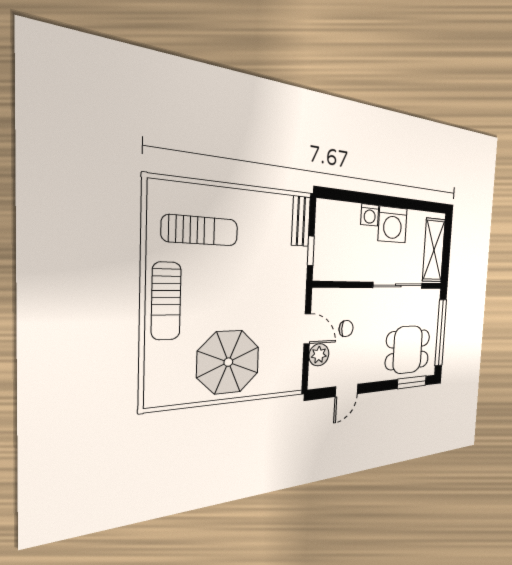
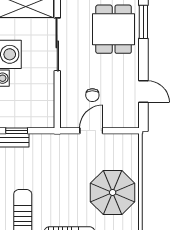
window: (311, 251) -> (17, 131), moved
chair: (346, 329) -> (92, 95), turned 180
plant: (319, 355) -> (112, 119), removed

